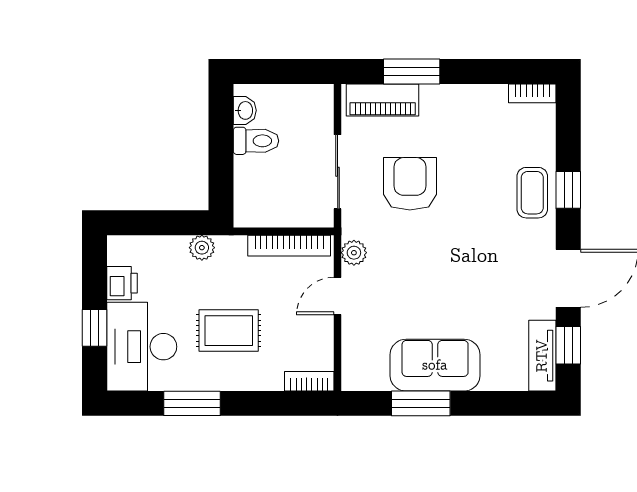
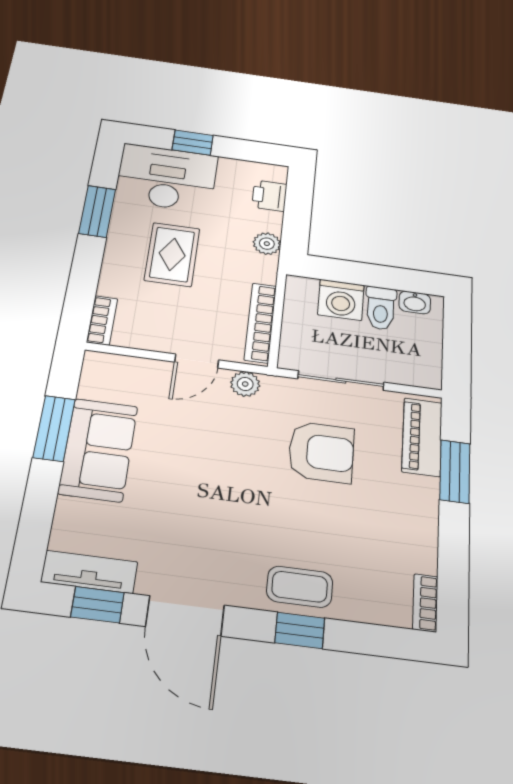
washing machine: (253, 177) -> (341, 300), added
printer: (122, 283) -> (269, 196), moved, turned 90
door: (338, 296) -> (197, 361), swing flipped

